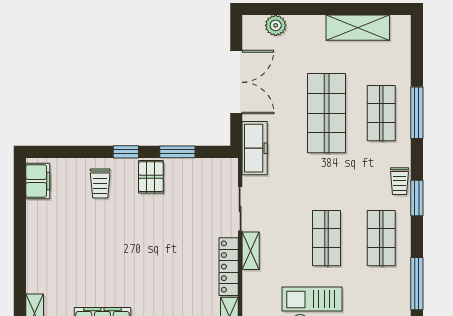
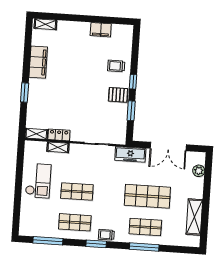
filing cabinet: (38, 181) -> (101, 30), moved
shelving: (251, 251) -> (58, 147), moved
locker: (229, 267) -> (59, 135), width x0.66

